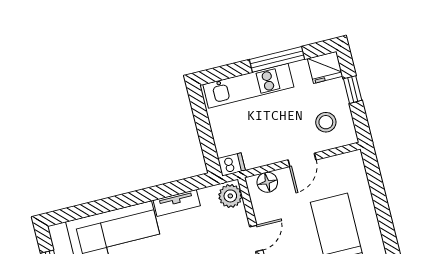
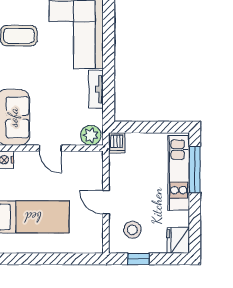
window: (277, 59) -> (195, 170), moved
window: (353, 90) -> (138, 259), moved
floor lamp: (267, 182) -> (95, 169), removed

